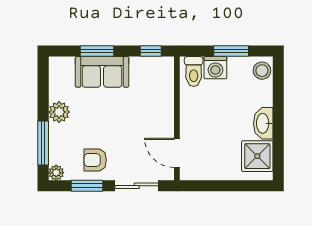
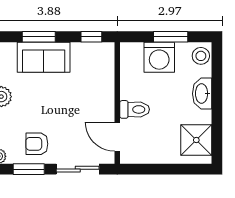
washing machine: (215, 68) -> (159, 57), width x1.37, depth x1.37
toilet: (194, 72) -> (135, 109), moved, turned -90
washbasin: (263, 123) -> (202, 94), moved

